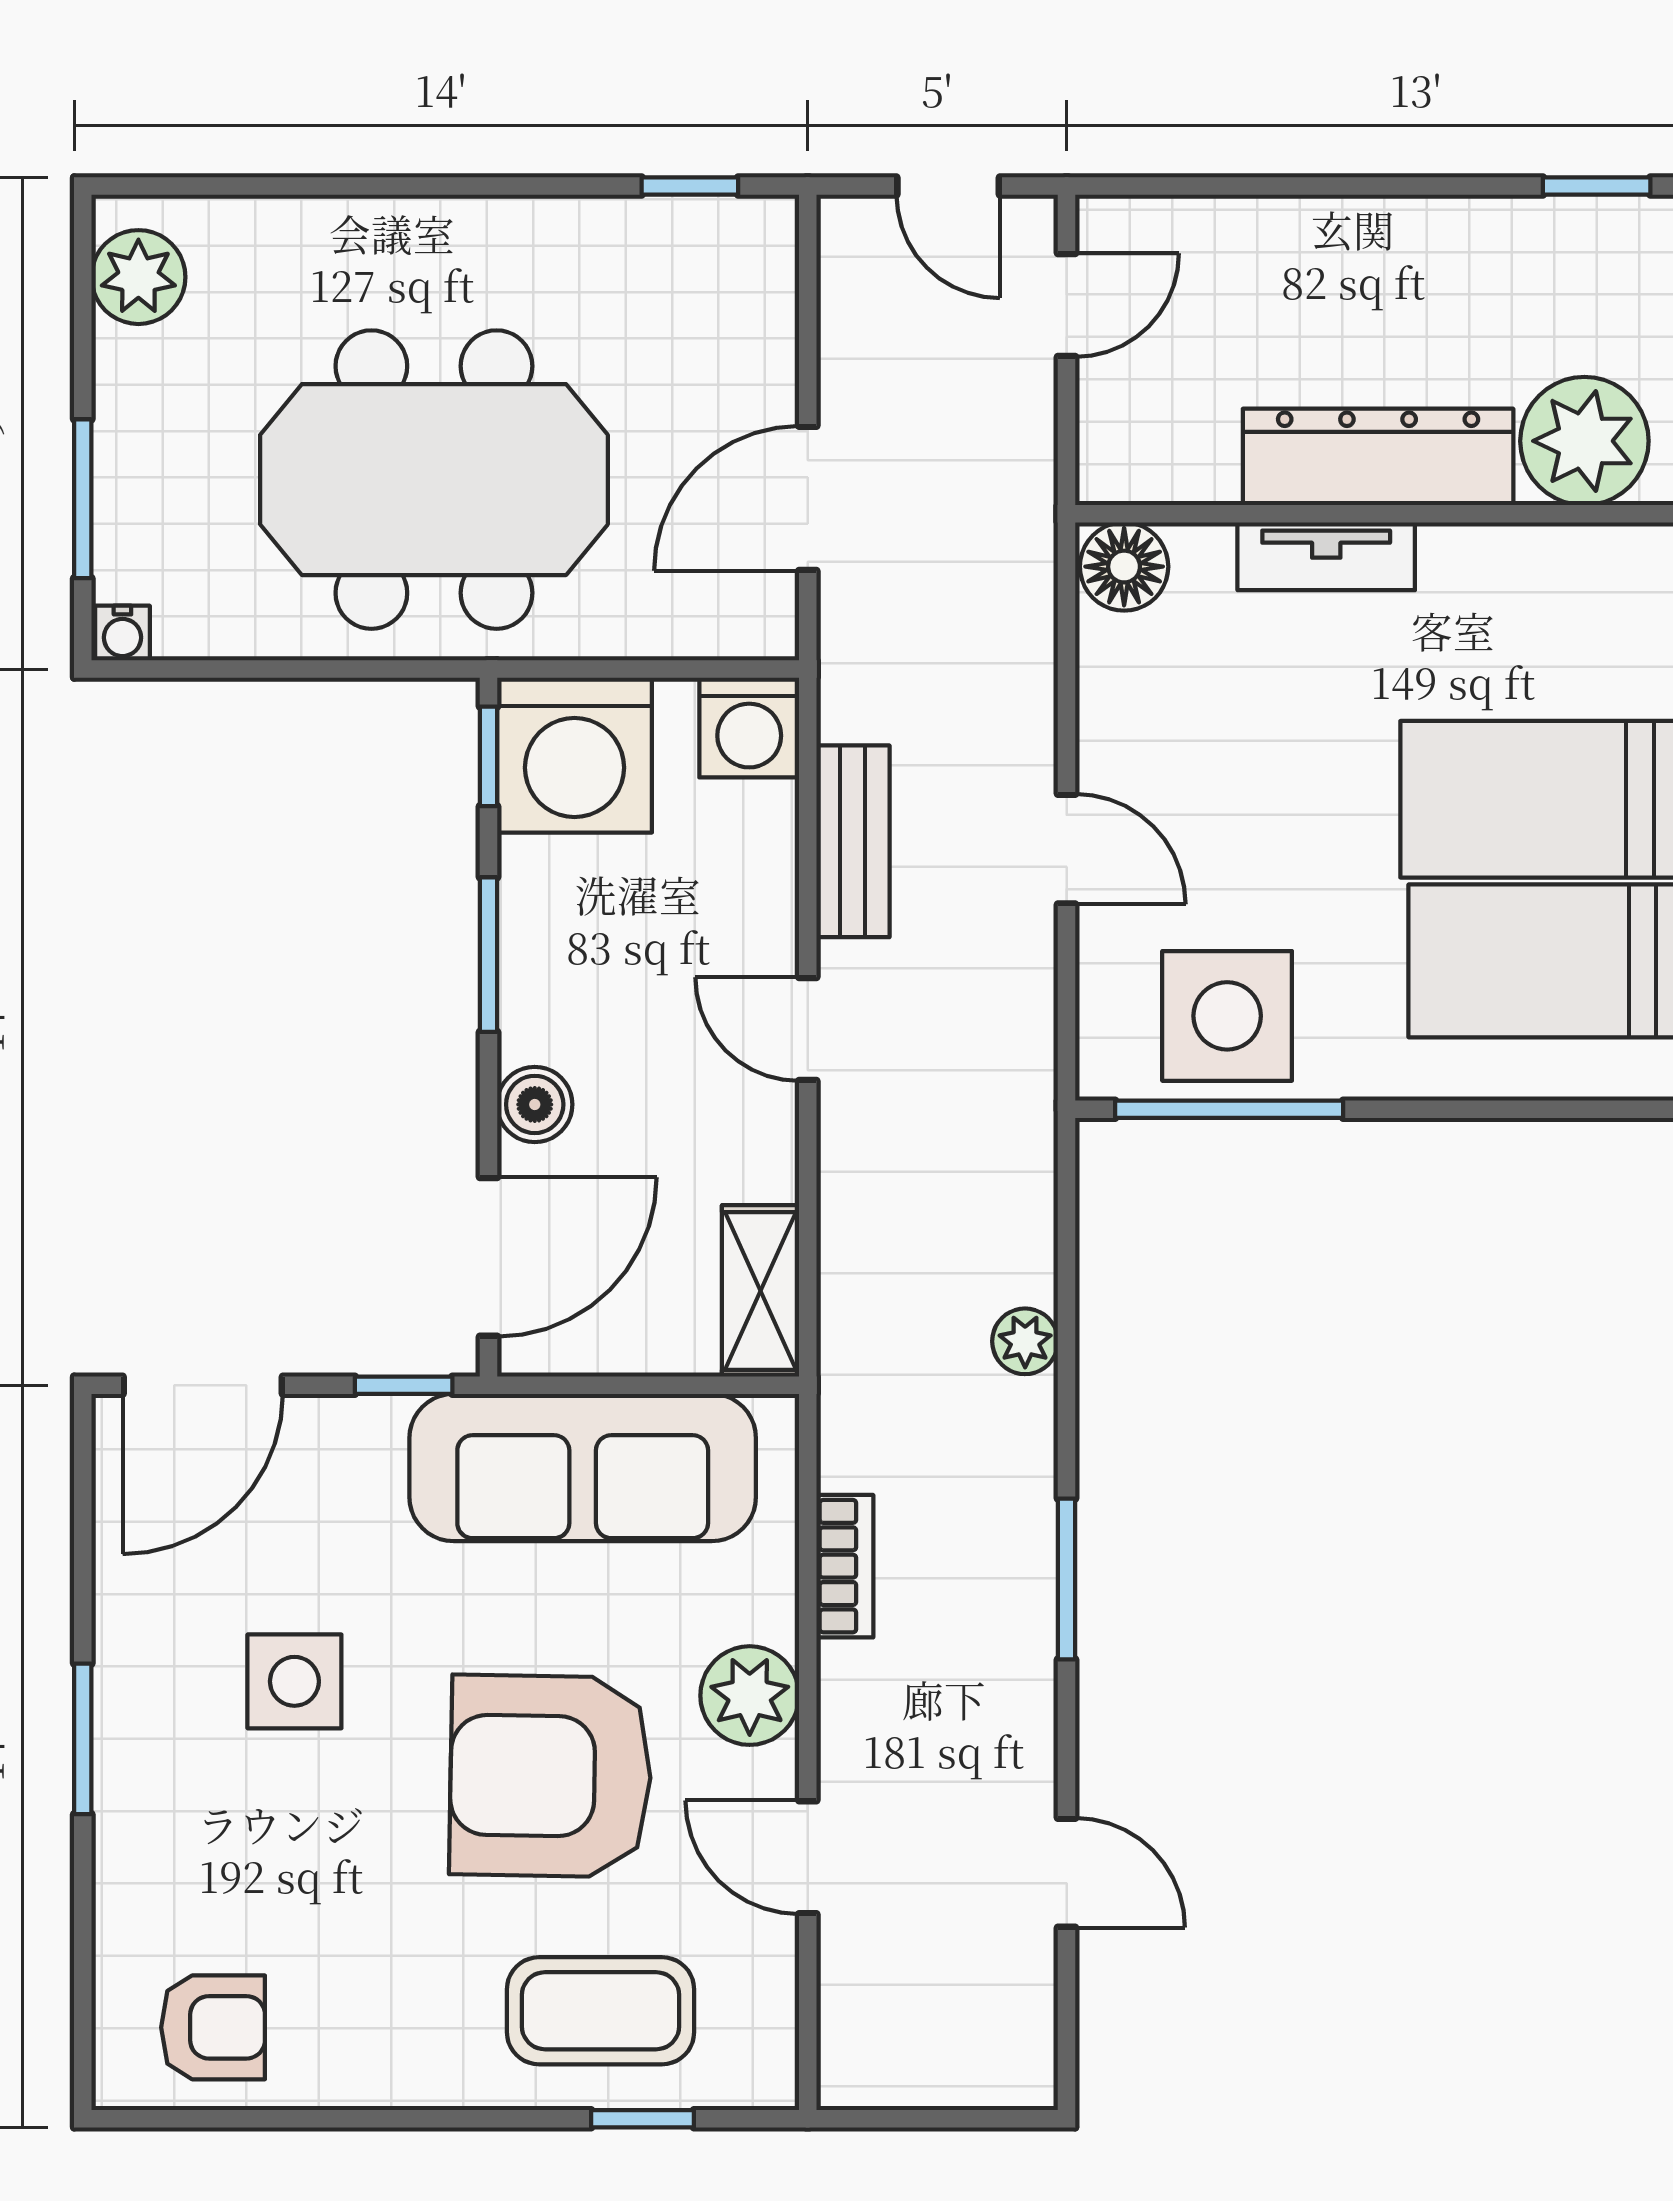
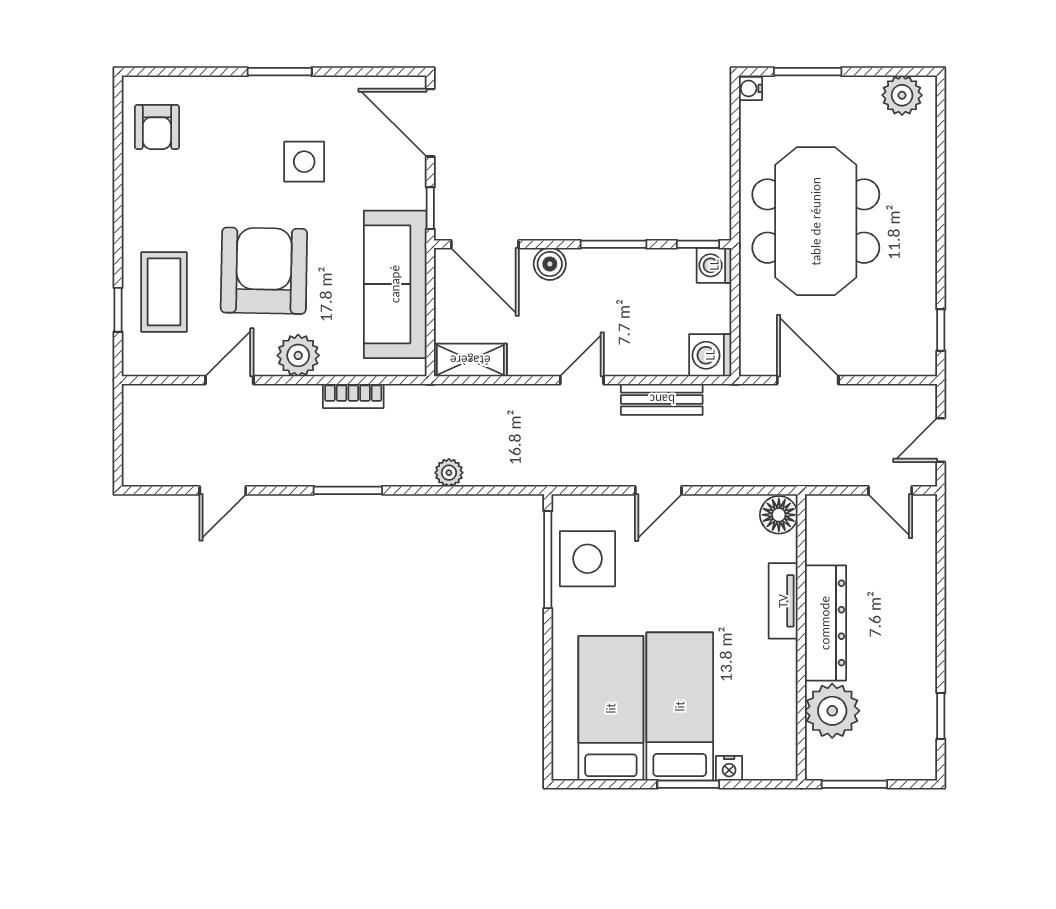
washing machine: (574, 755) -> (714, 265), width x0.53, depth x0.53

